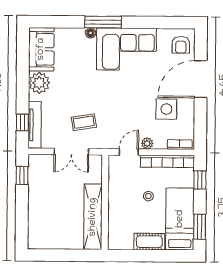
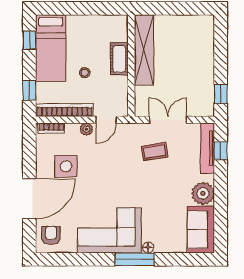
window: (200, 227) -> (29, 40), width x0.67
cot: (149, 242) -> (119, 59), moved, turned 90

